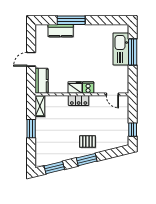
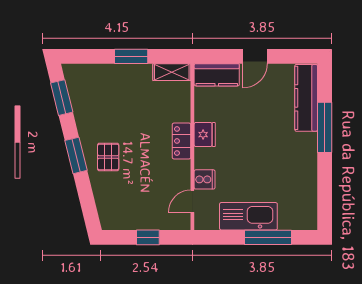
kitchen counter: (61, 31) -> (306, 98), width x1.50
kitchen sink: (121, 49) -> (248, 216), moved
door: (31, 59) -> (255, 56), swing flipped
cooker: (88, 88) -> (205, 179), moved
window: (133, 130) -> (148, 237), moved

